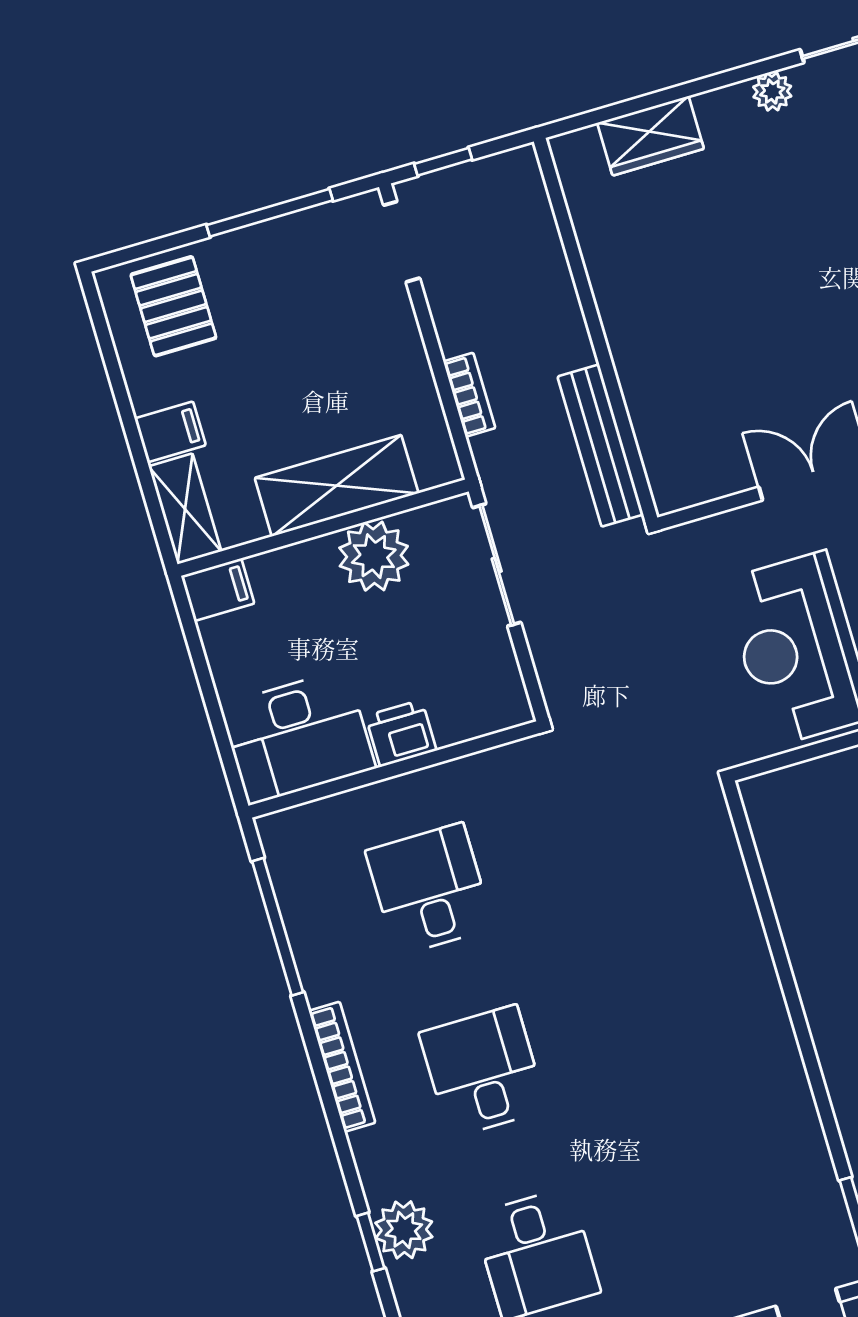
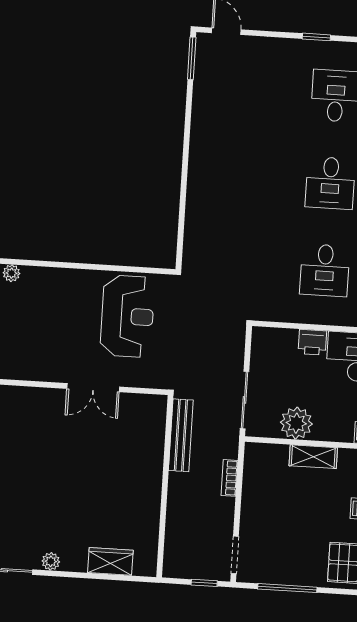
shelving: (337, 486) -> (313, 457), width x0.67, depth x0.75

